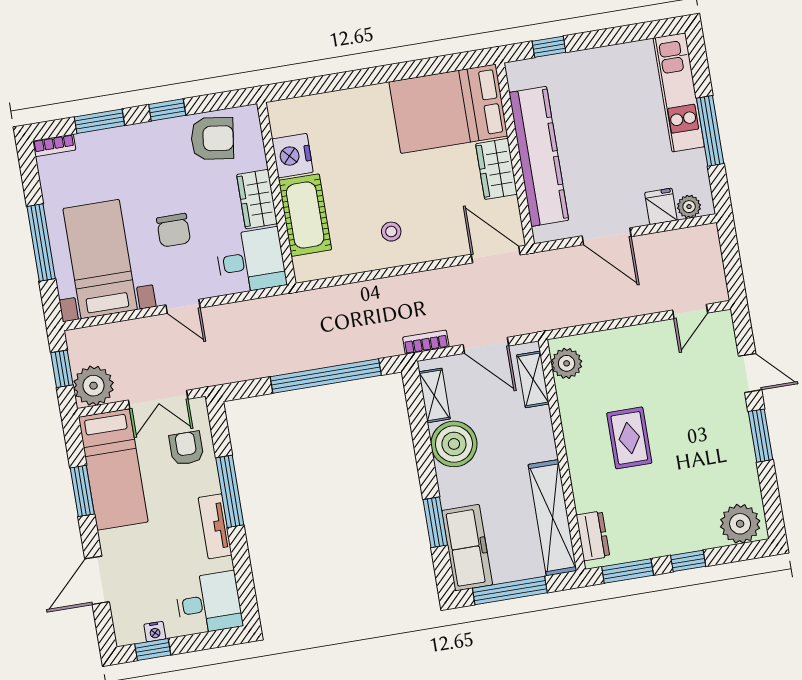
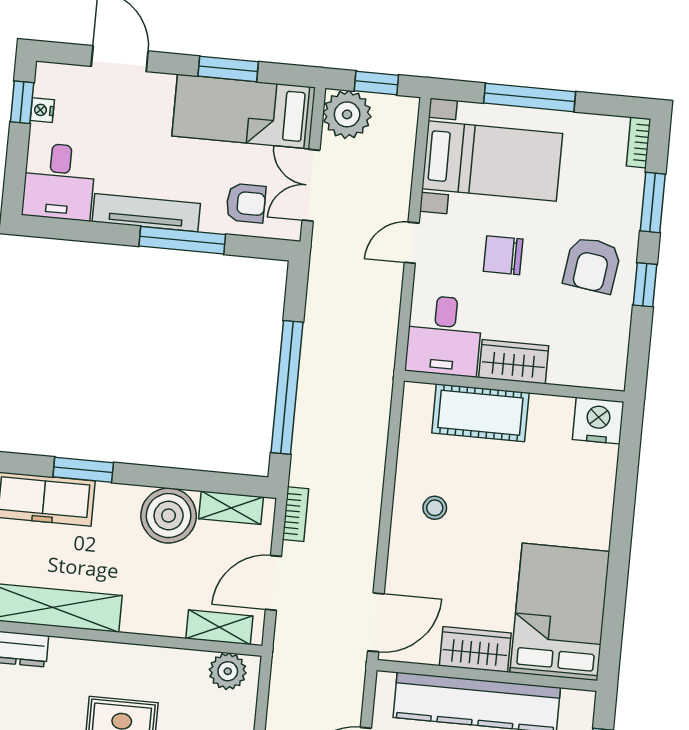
armchair: (212, 138) -> (592, 265), moved
nightstand: (292, 156) -> (598, 421), moved
tv unit: (215, 526) -> (146, 213), width x1.41

